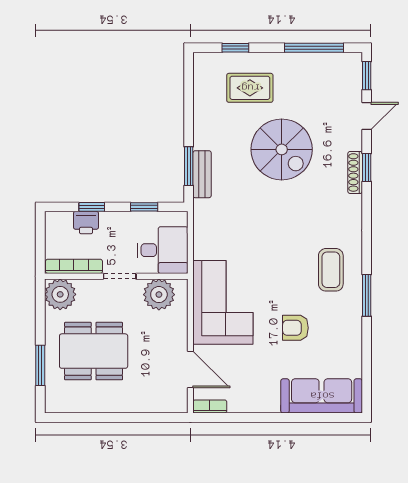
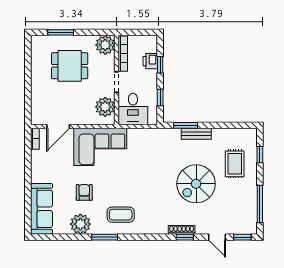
bench: (202, 174) -> (196, 134), moved
plant: (346, 334) -> (80, 224), added
dining table: (94, 351) -> (70, 66), width x0.73

